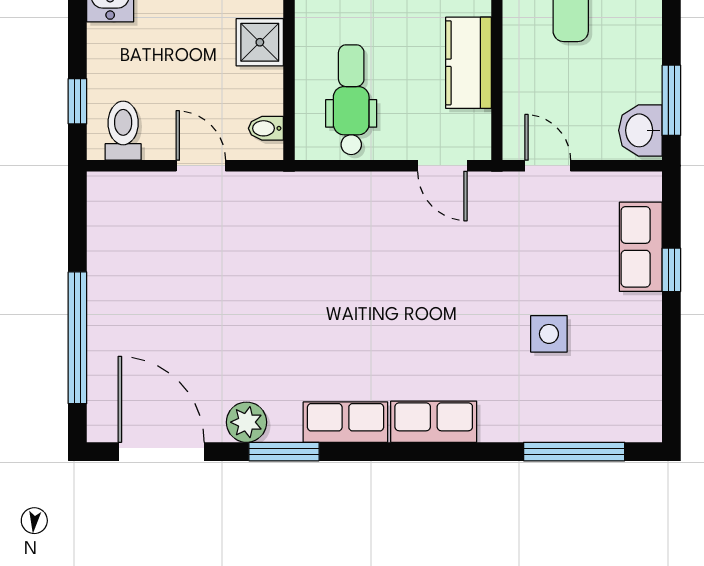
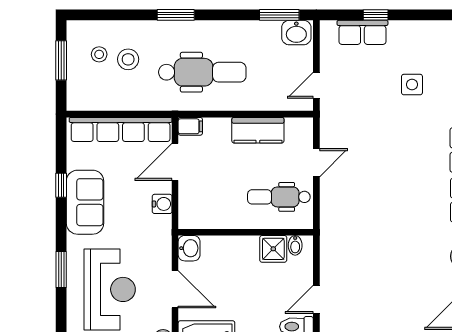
shower: (260, 42) -> (273, 249), moved
door: (201, 166) -> (316, 299), moved
door: (442, 166) -> (316, 163), moved

